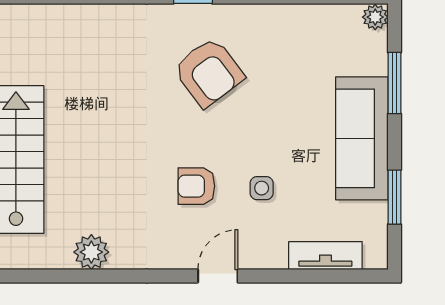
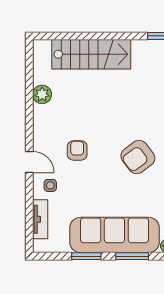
sofa: (362, 138) -> (114, 235), width x1.36, depth x1.27
side table: (262, 188) -> (50, 185), moved
window: (394, 197) -> (86, 256), moved

